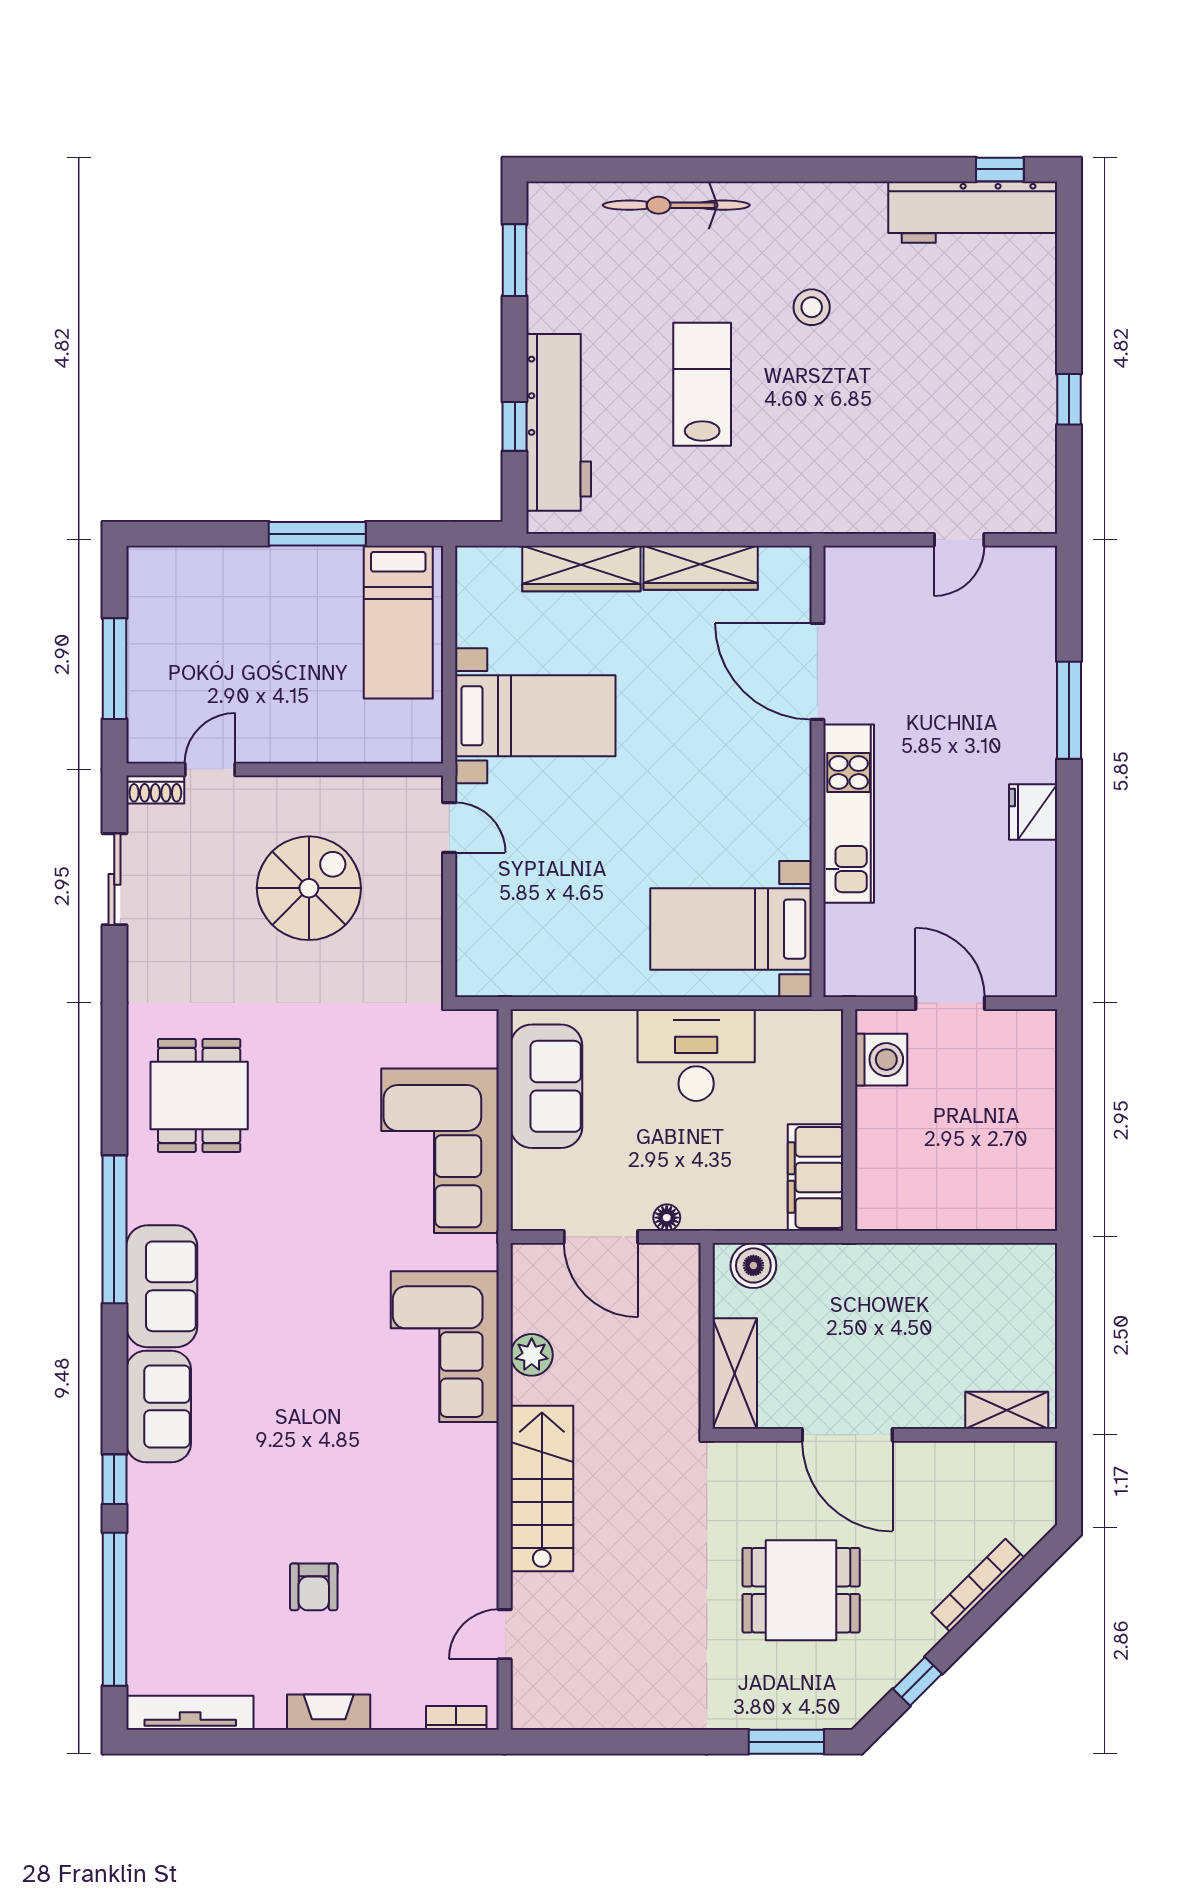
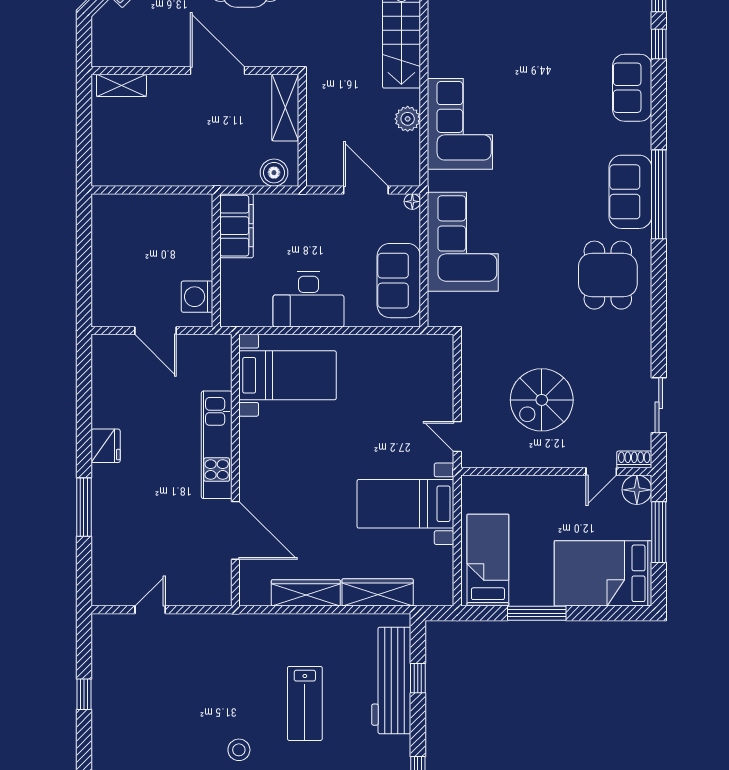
bed: (207, 600) -> (603, 573), added
floor lamp: (151, 739) -> (637, 490), added
floor lamp: (667, 1218) -> (412, 202), moved
sofa: (162, 1286) -> (630, 192), moved

